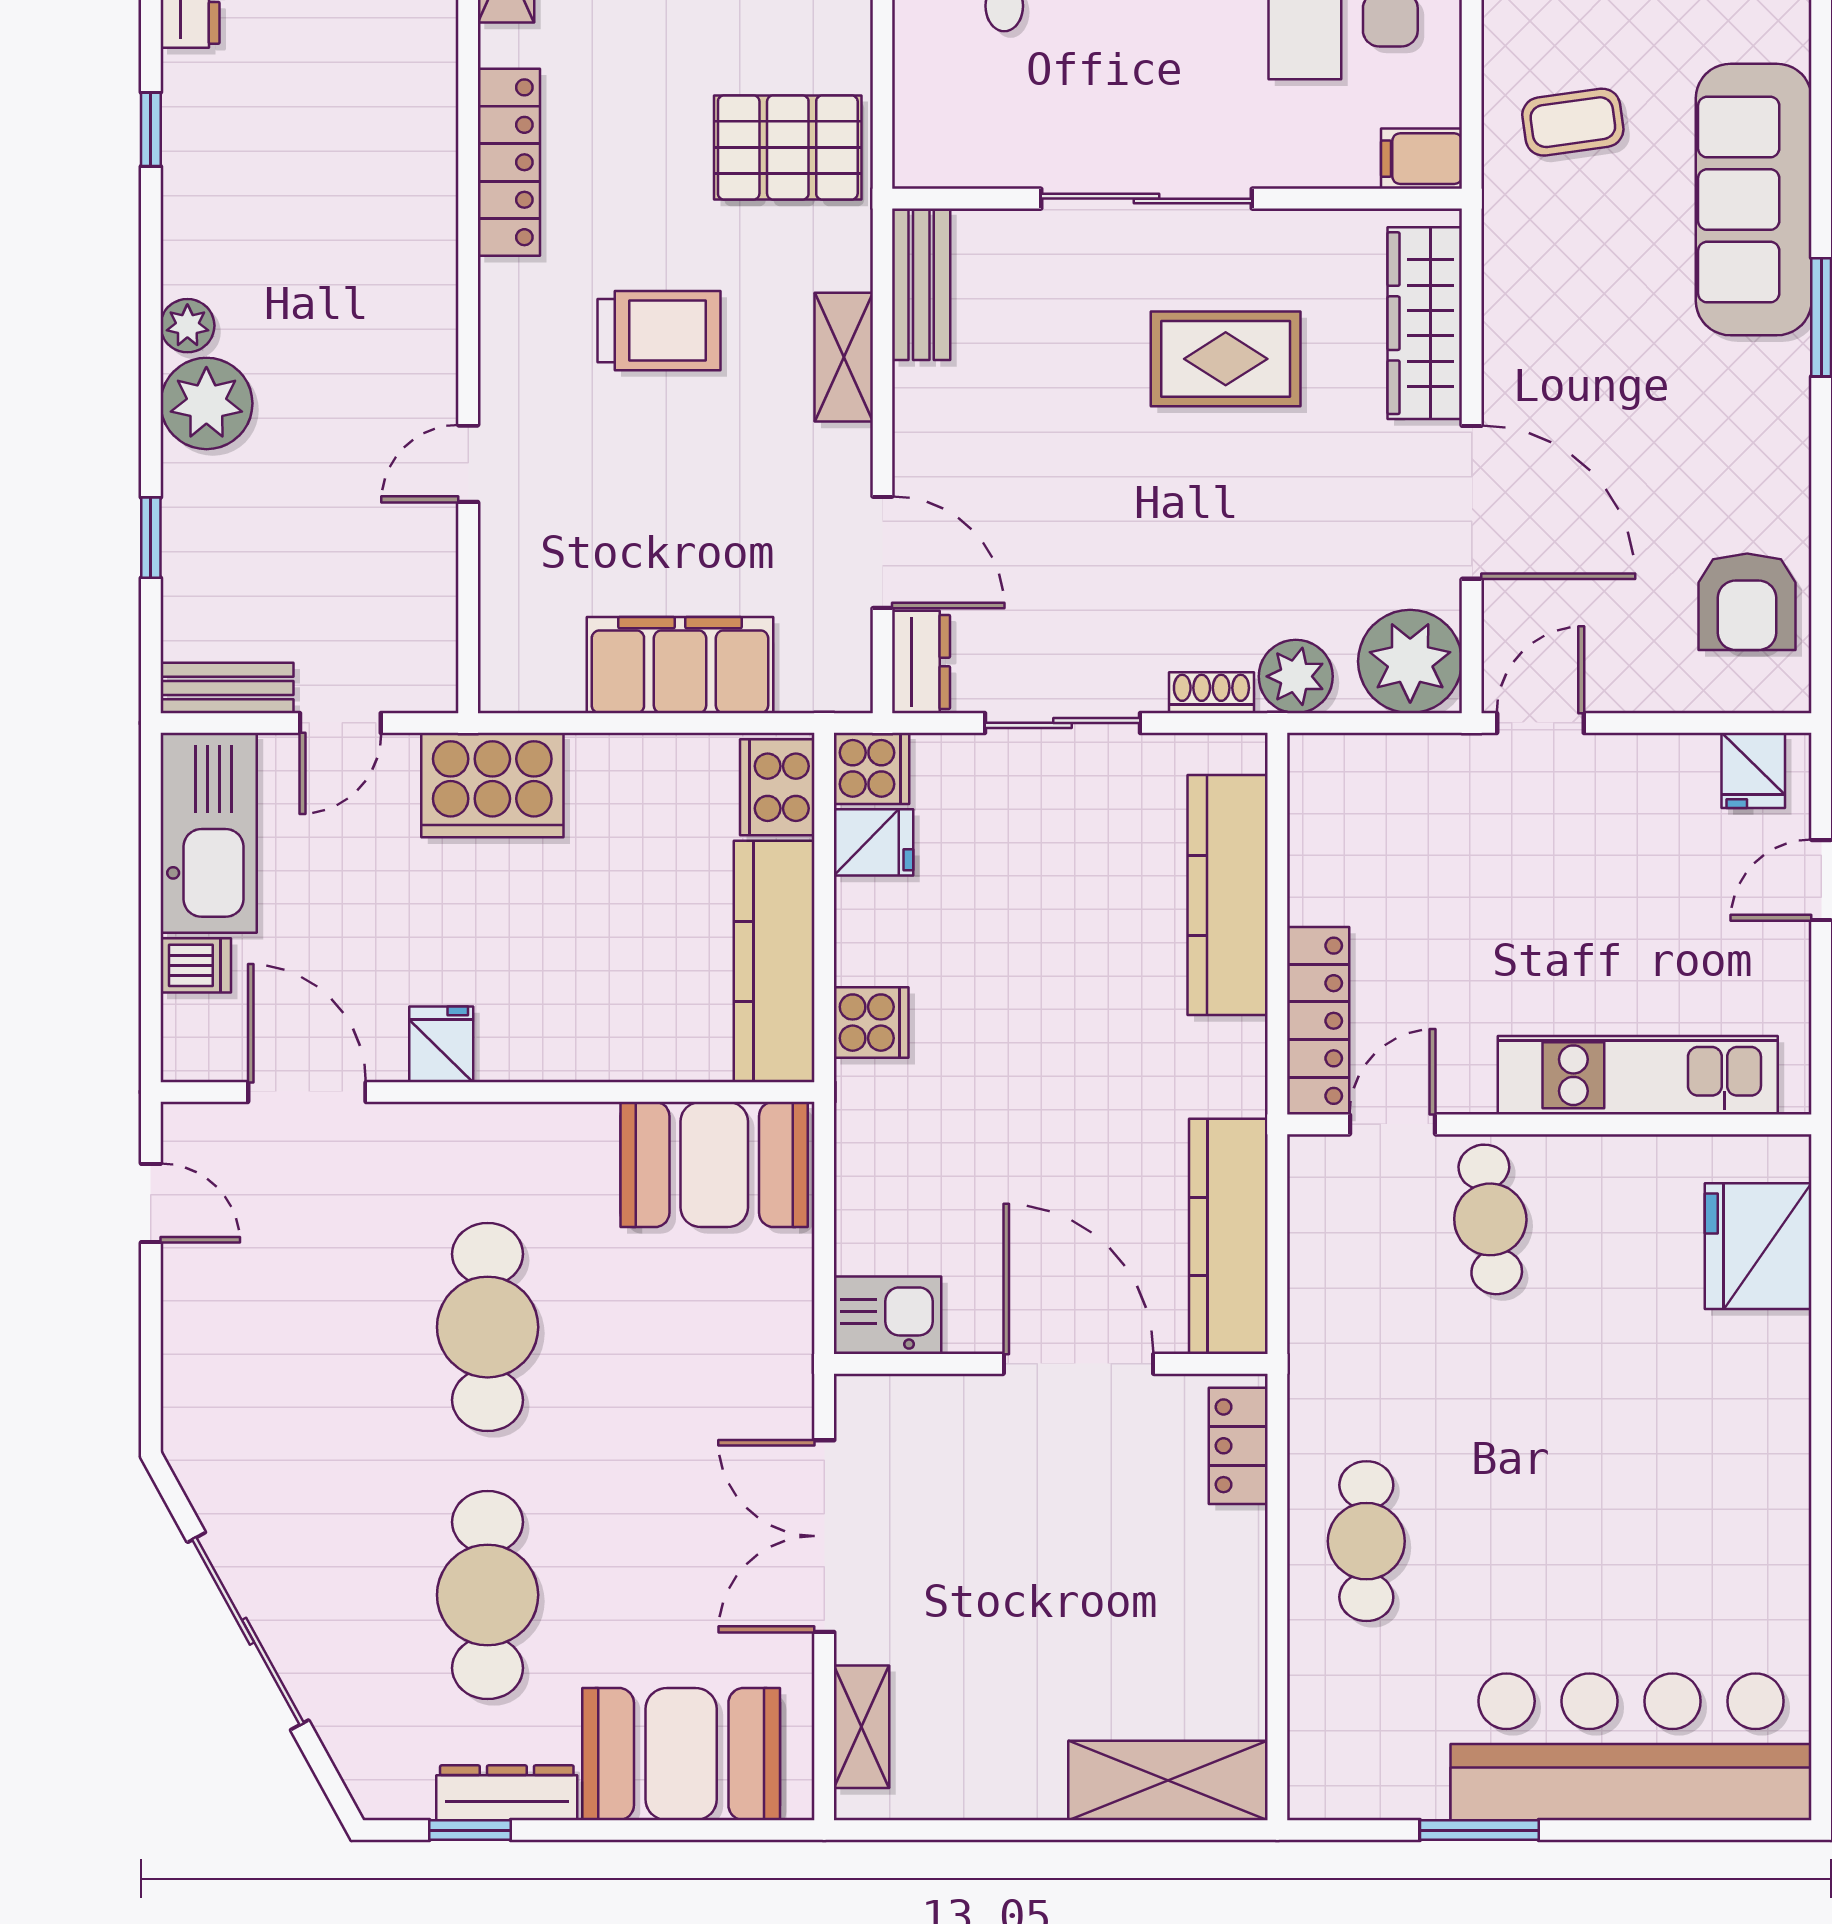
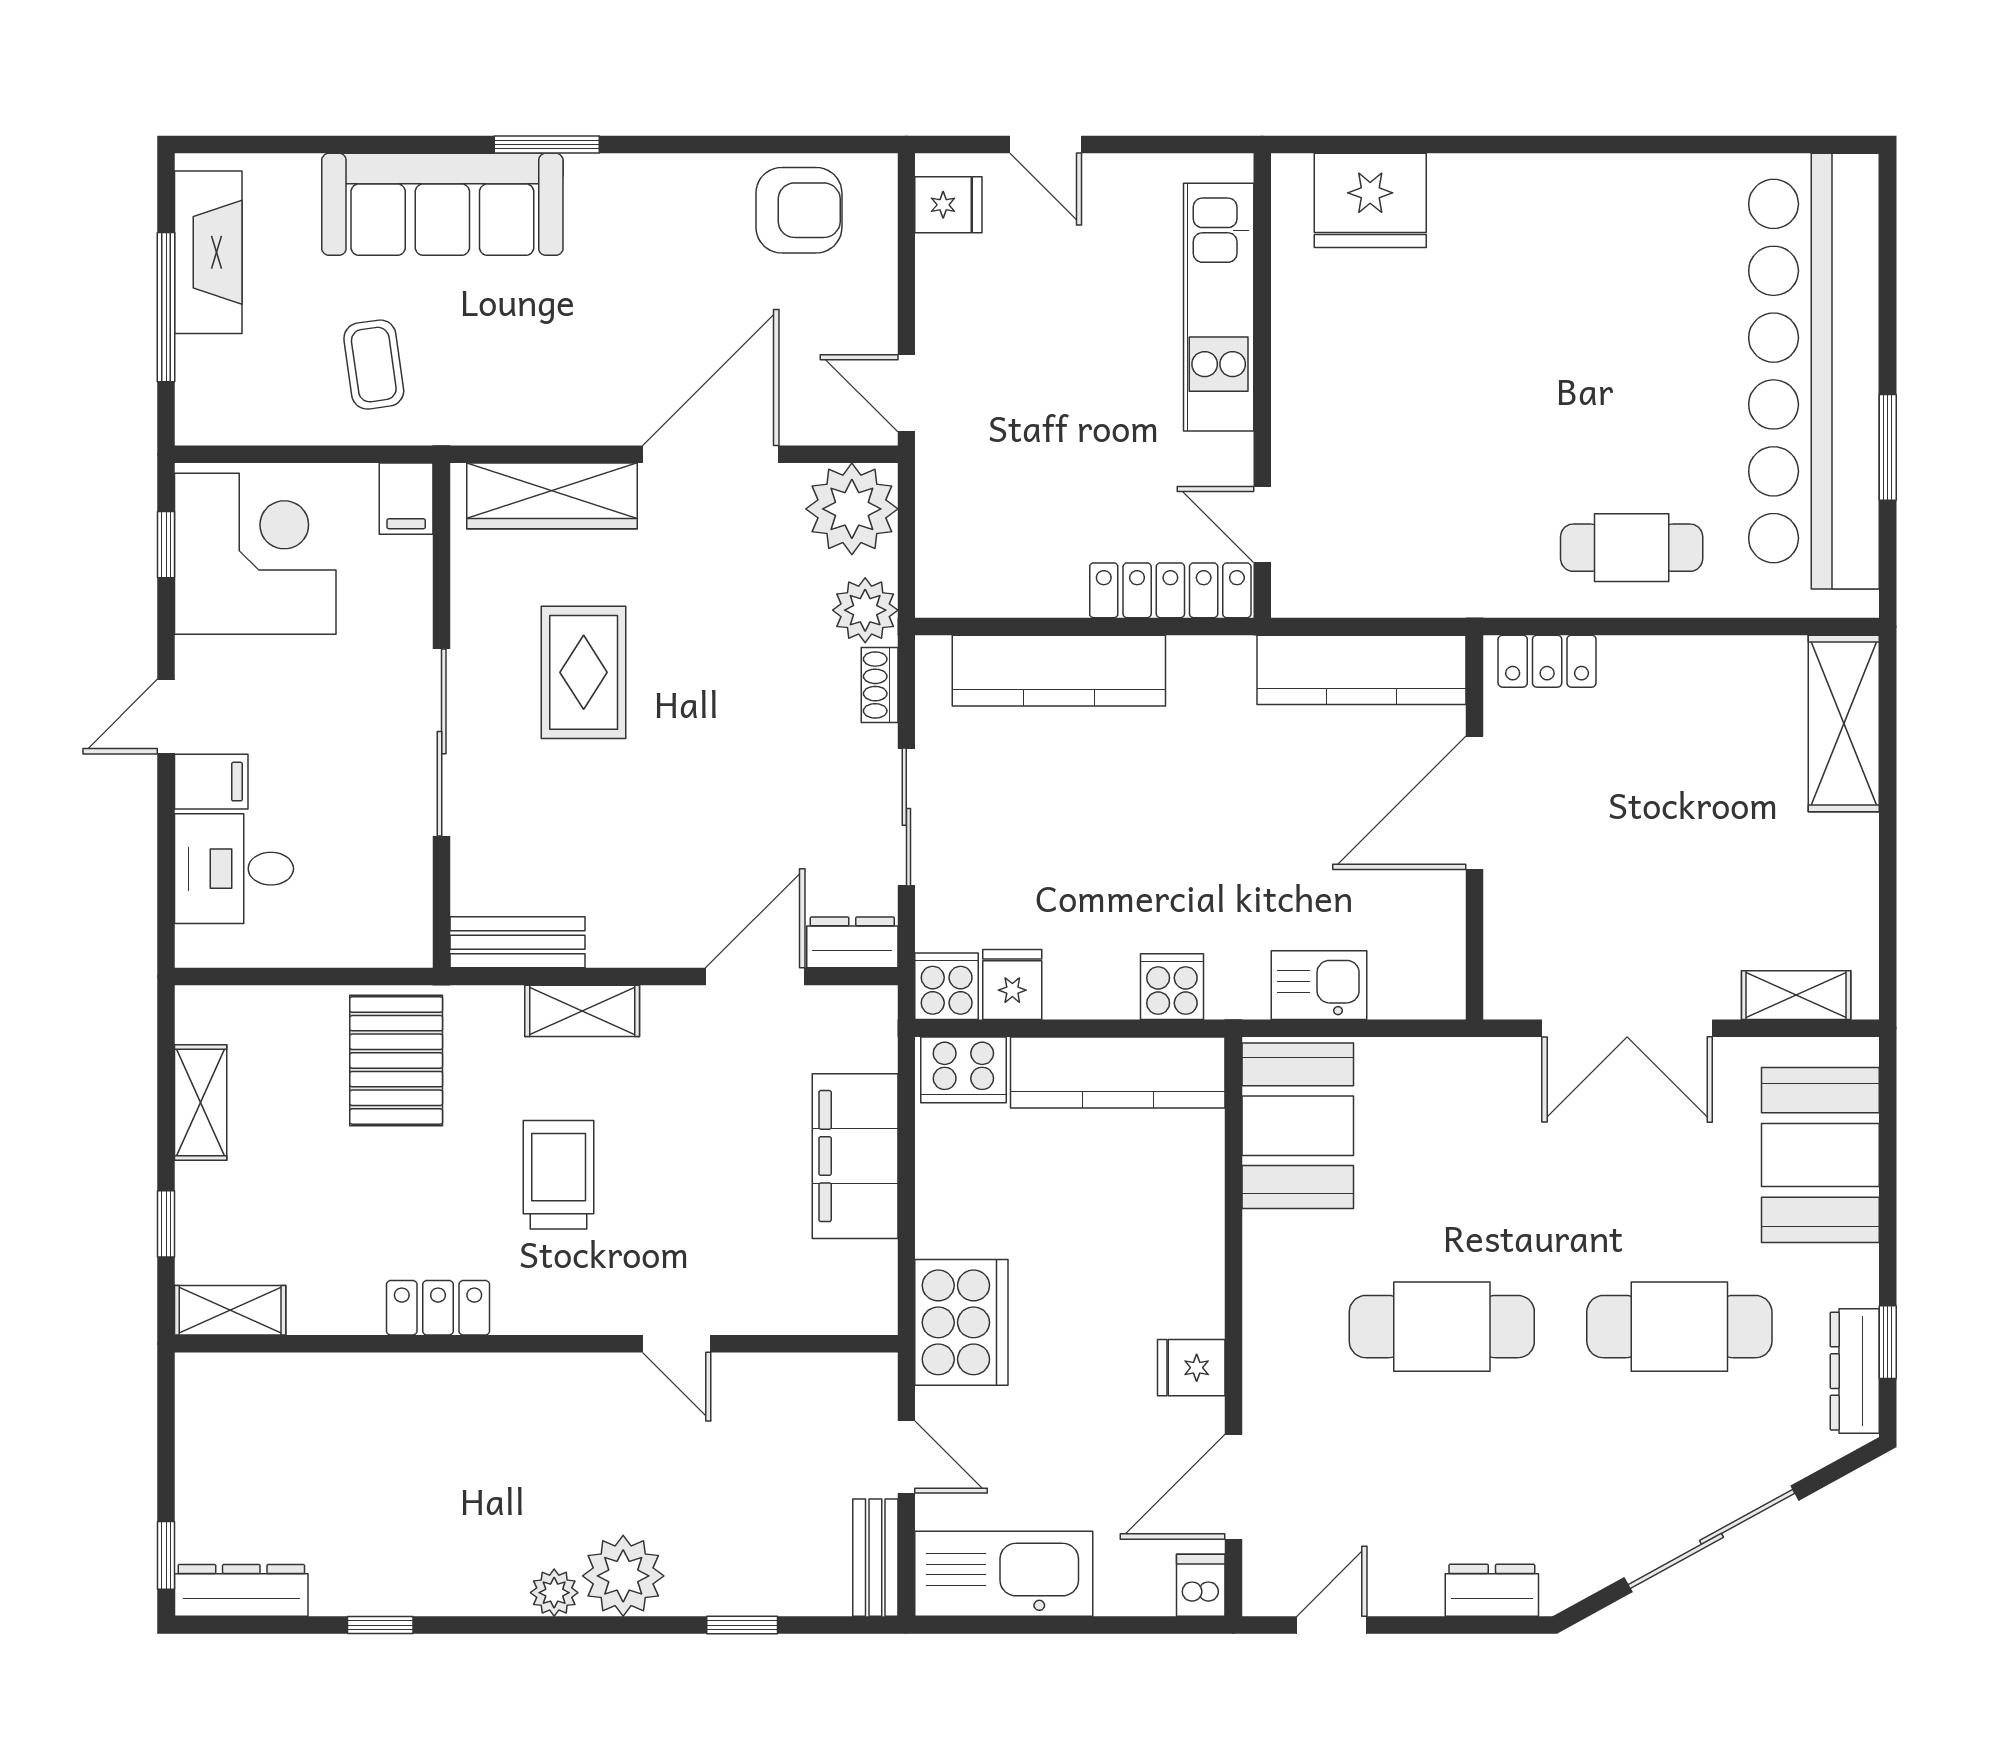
locker: (509, 162) -> (438, 1308), width x0.66
dishwasher: (196, 965) -> (1201, 1585), moved
cafe table: (1490, 1219) -> (1346, 438), removed
kitchen sink: (888, 1315) -> (1319, 985), moved, turned 90
dresser: (190, 1384) -> (1492, 1590), added
bar counter: (1631, 1747) -> (1814, 371), width x1.36
dresser: (507, 1793) -> (1855, 1371), moved

